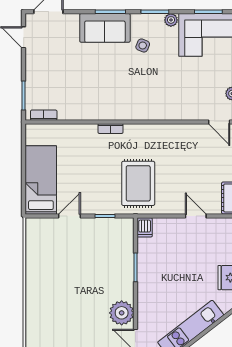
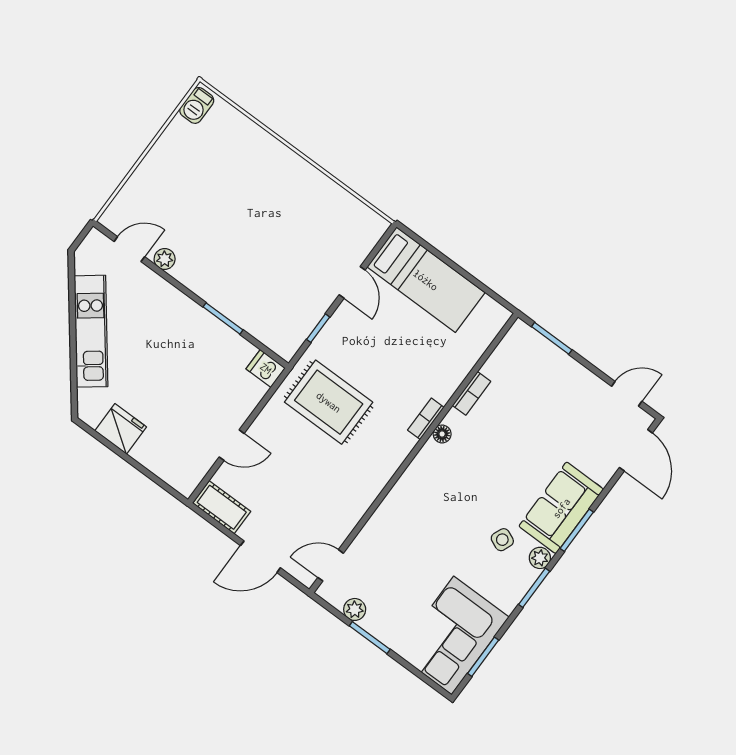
plant: (171, 20) -> (540, 558), moved
bookcase: (44, 115) -> (472, 393), moved
floor lamp: (112, 115) -> (442, 434), added
plant: (122, 313) -> (165, 259), width x0.53, depth x0.53

